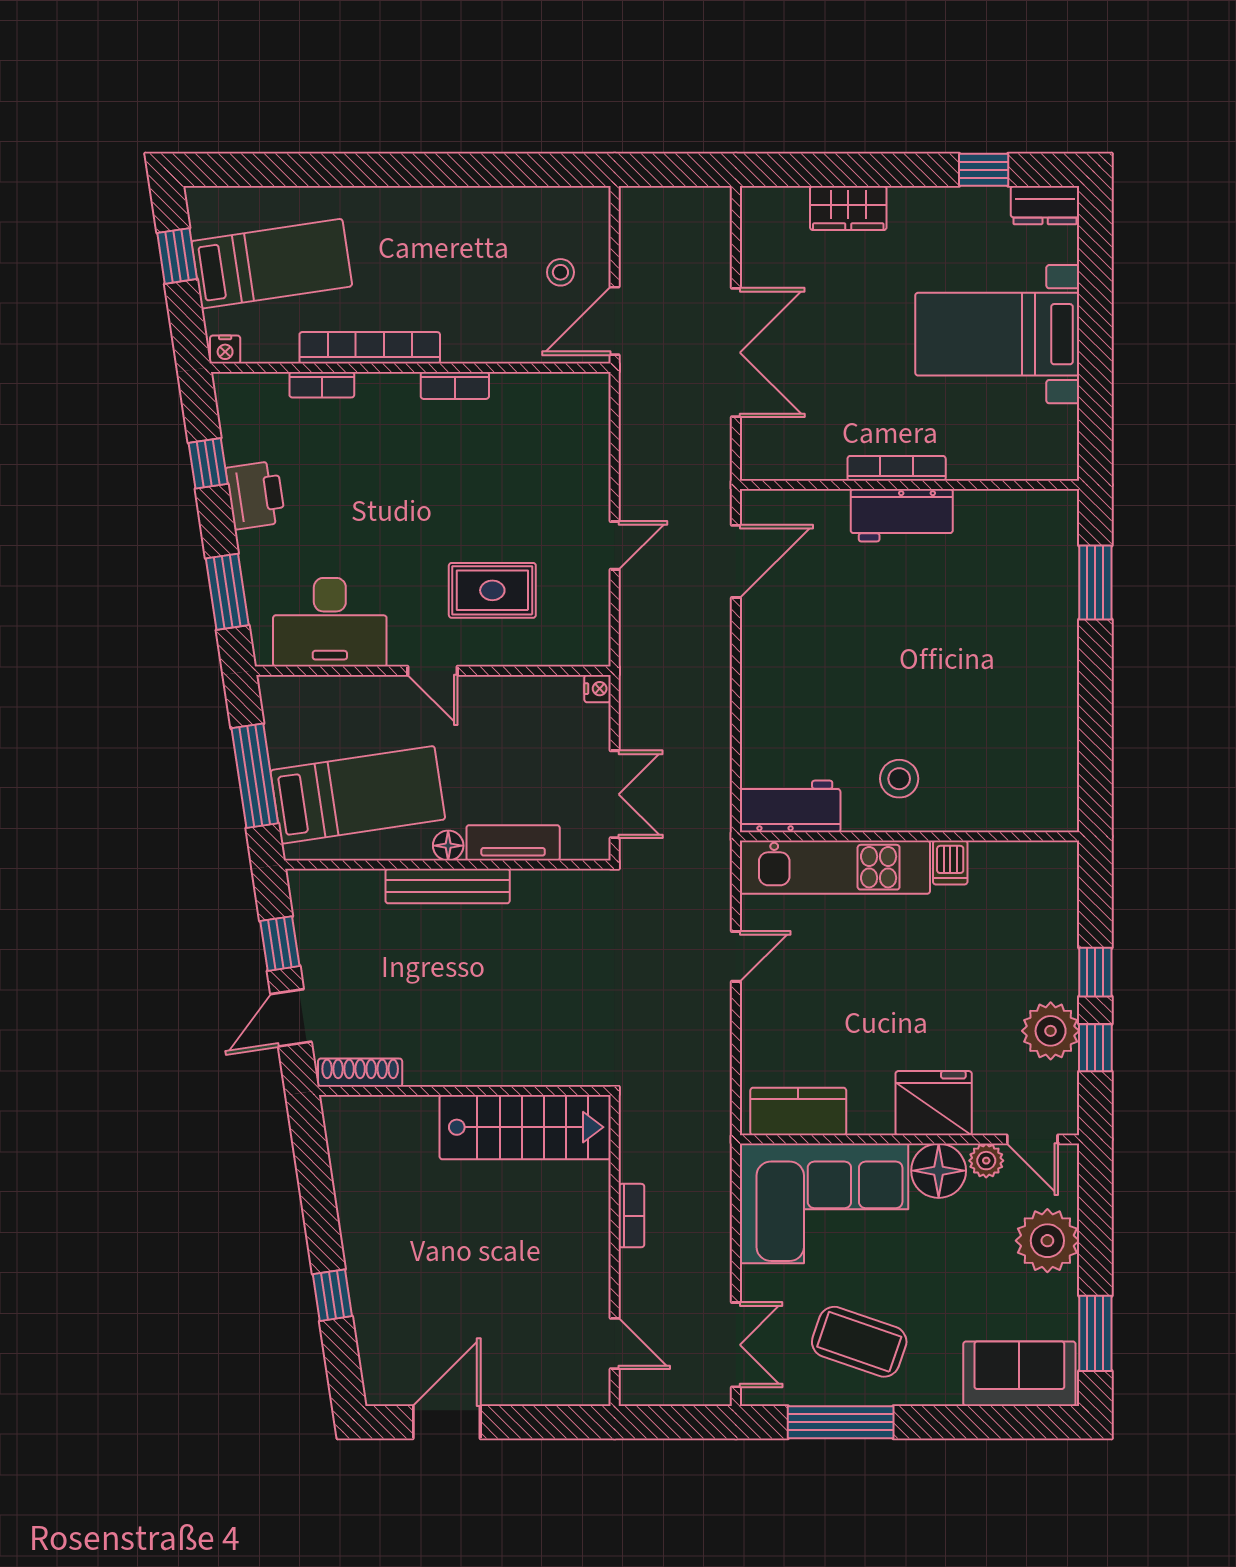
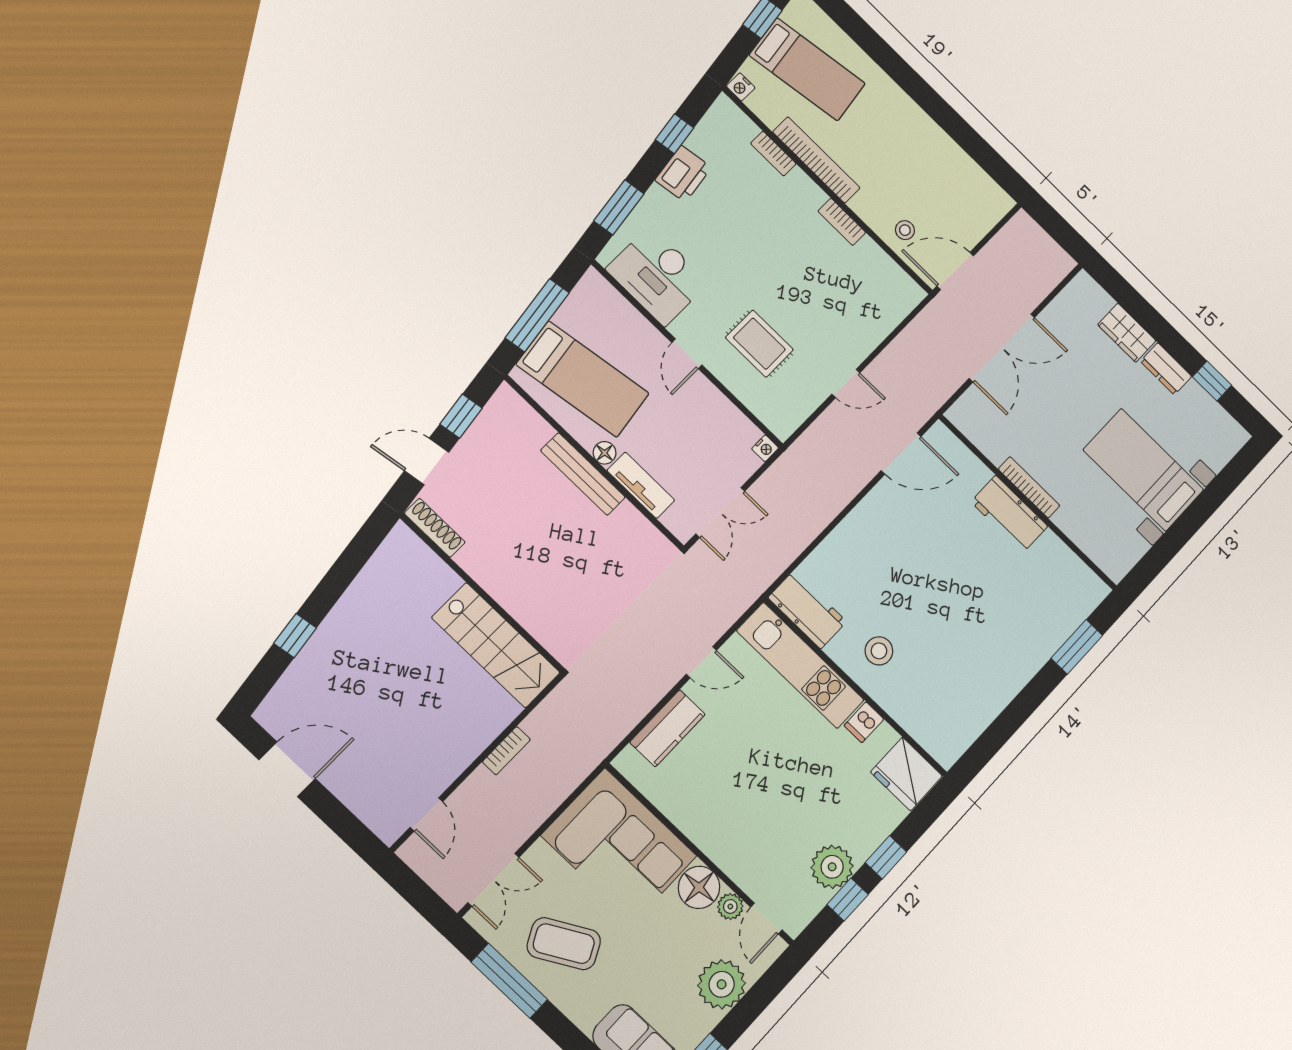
dresser: (1045, 205) -> (1166, 369), moved
stool: (560, 272) -> (905, 230), moved
fridge: (934, 1103) -> (906, 774), moved, turned 180
kitchen counter: (798, 1111) -> (667, 728), moved, turned 90
coffee table: (859, 1342) -> (564, 944), turned -47

